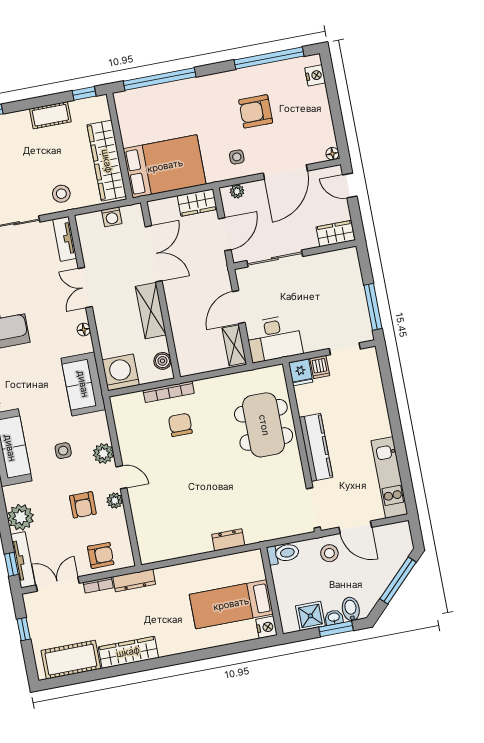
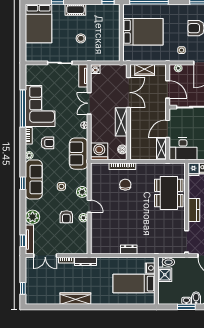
cot: (50, 115) -> (75, 10), moved
wardrobe: (107, 161) -> (113, 39), removed
bed: (165, 166) -> (143, 32), moved
stool: (61, 194) -> (81, 38), moved
wardrobe: (197, 203) -> (145, 70), moved
washing machine: (112, 217) -> (95, 69), moved
door: (225, 234) -> (168, 89), hinge flipped
kitchen counter: (316, 447) -> (194, 210), width x0.67
dresser: (228, 540) -> (129, 250), moved
stool: (329, 553) -> (190, 267), removed
armchair: (101, 555) -> (47, 143), moved
double door: (58, 584) -> (45, 256), swing flipped
shower: (310, 616) -> (165, 275), moved
nightstand: (266, 627) -> (150, 268), moved
window: (24, 629) -> (23, 288), moved
cot: (71, 660) -> (45, 297), removed

